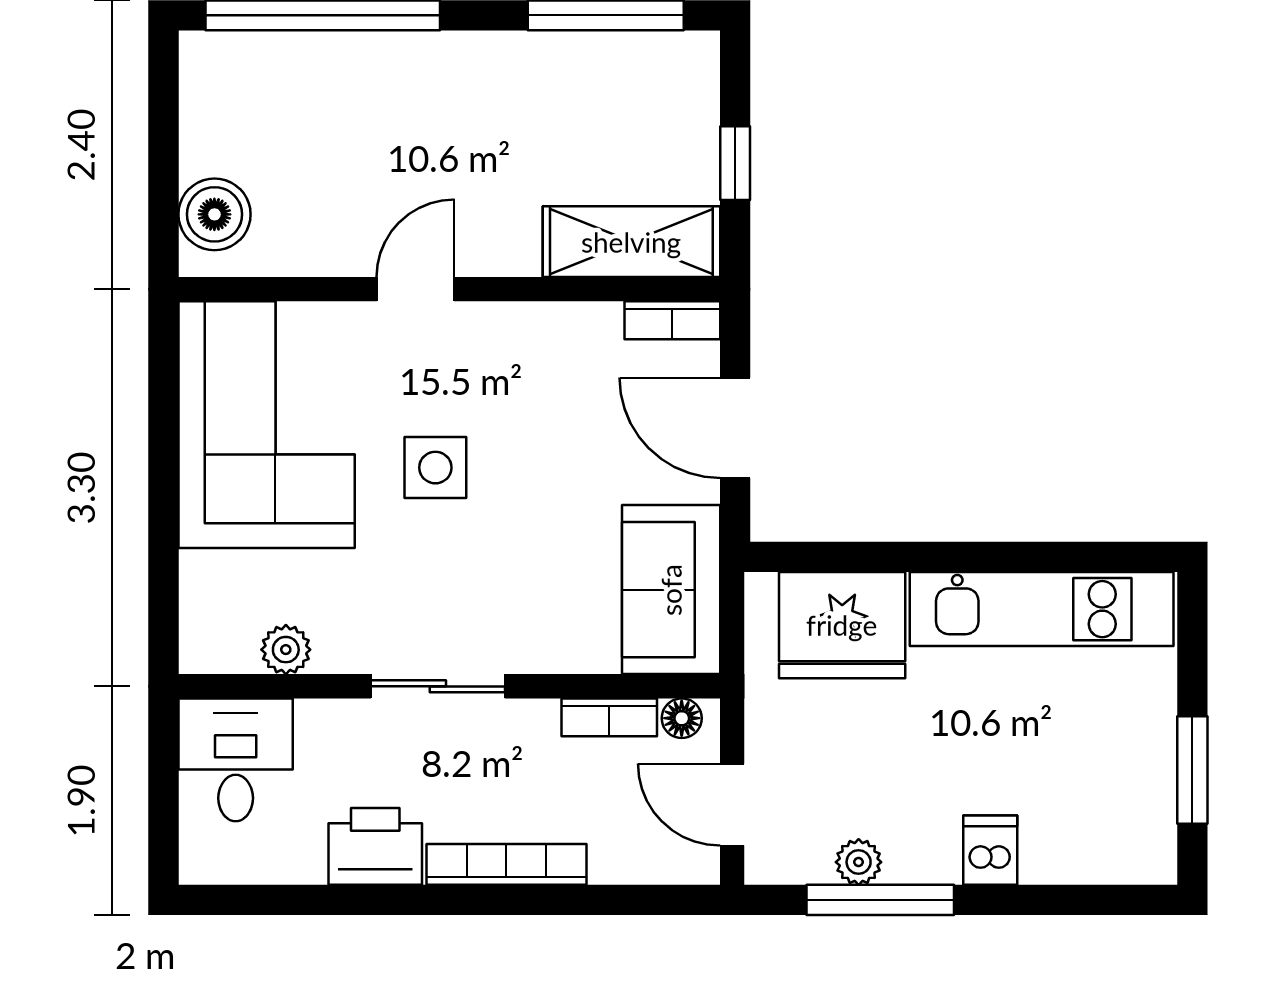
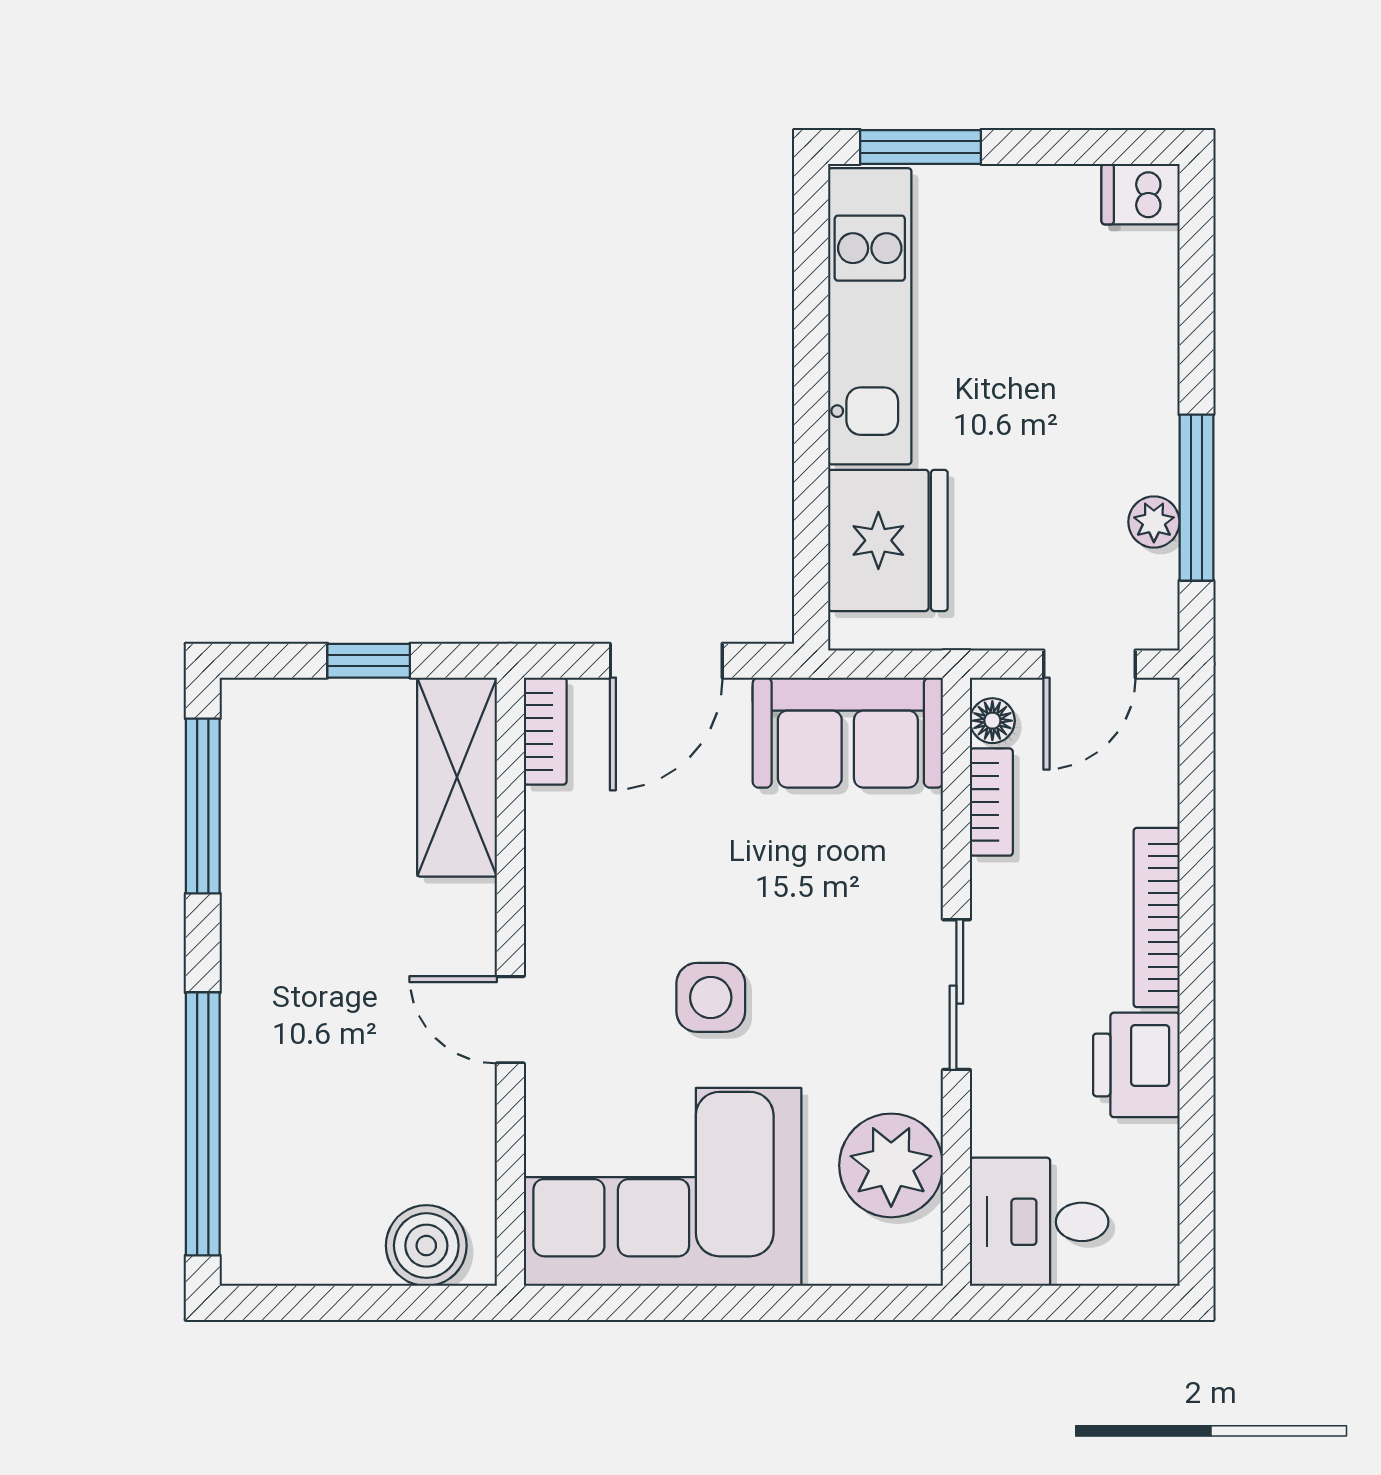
plant: (286, 650) -> (891, 1165), width x1.88, depth x1.88
window: (1192, 770) -> (920, 147), moved
dishwasher: (990, 850) -> (1140, 194), moved

